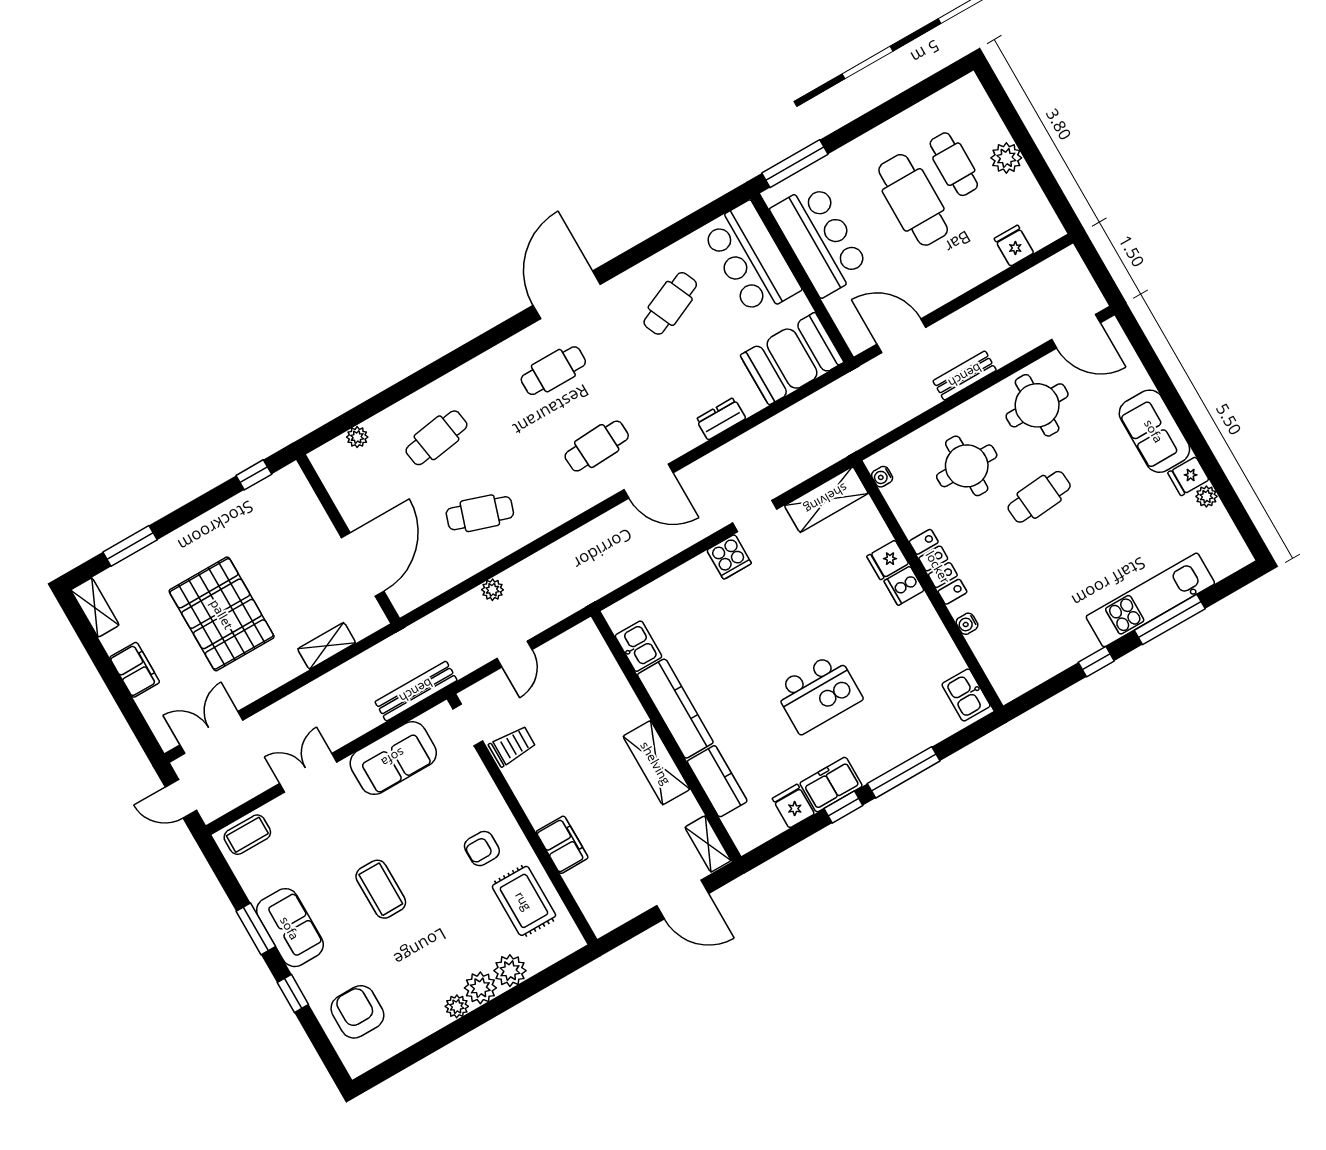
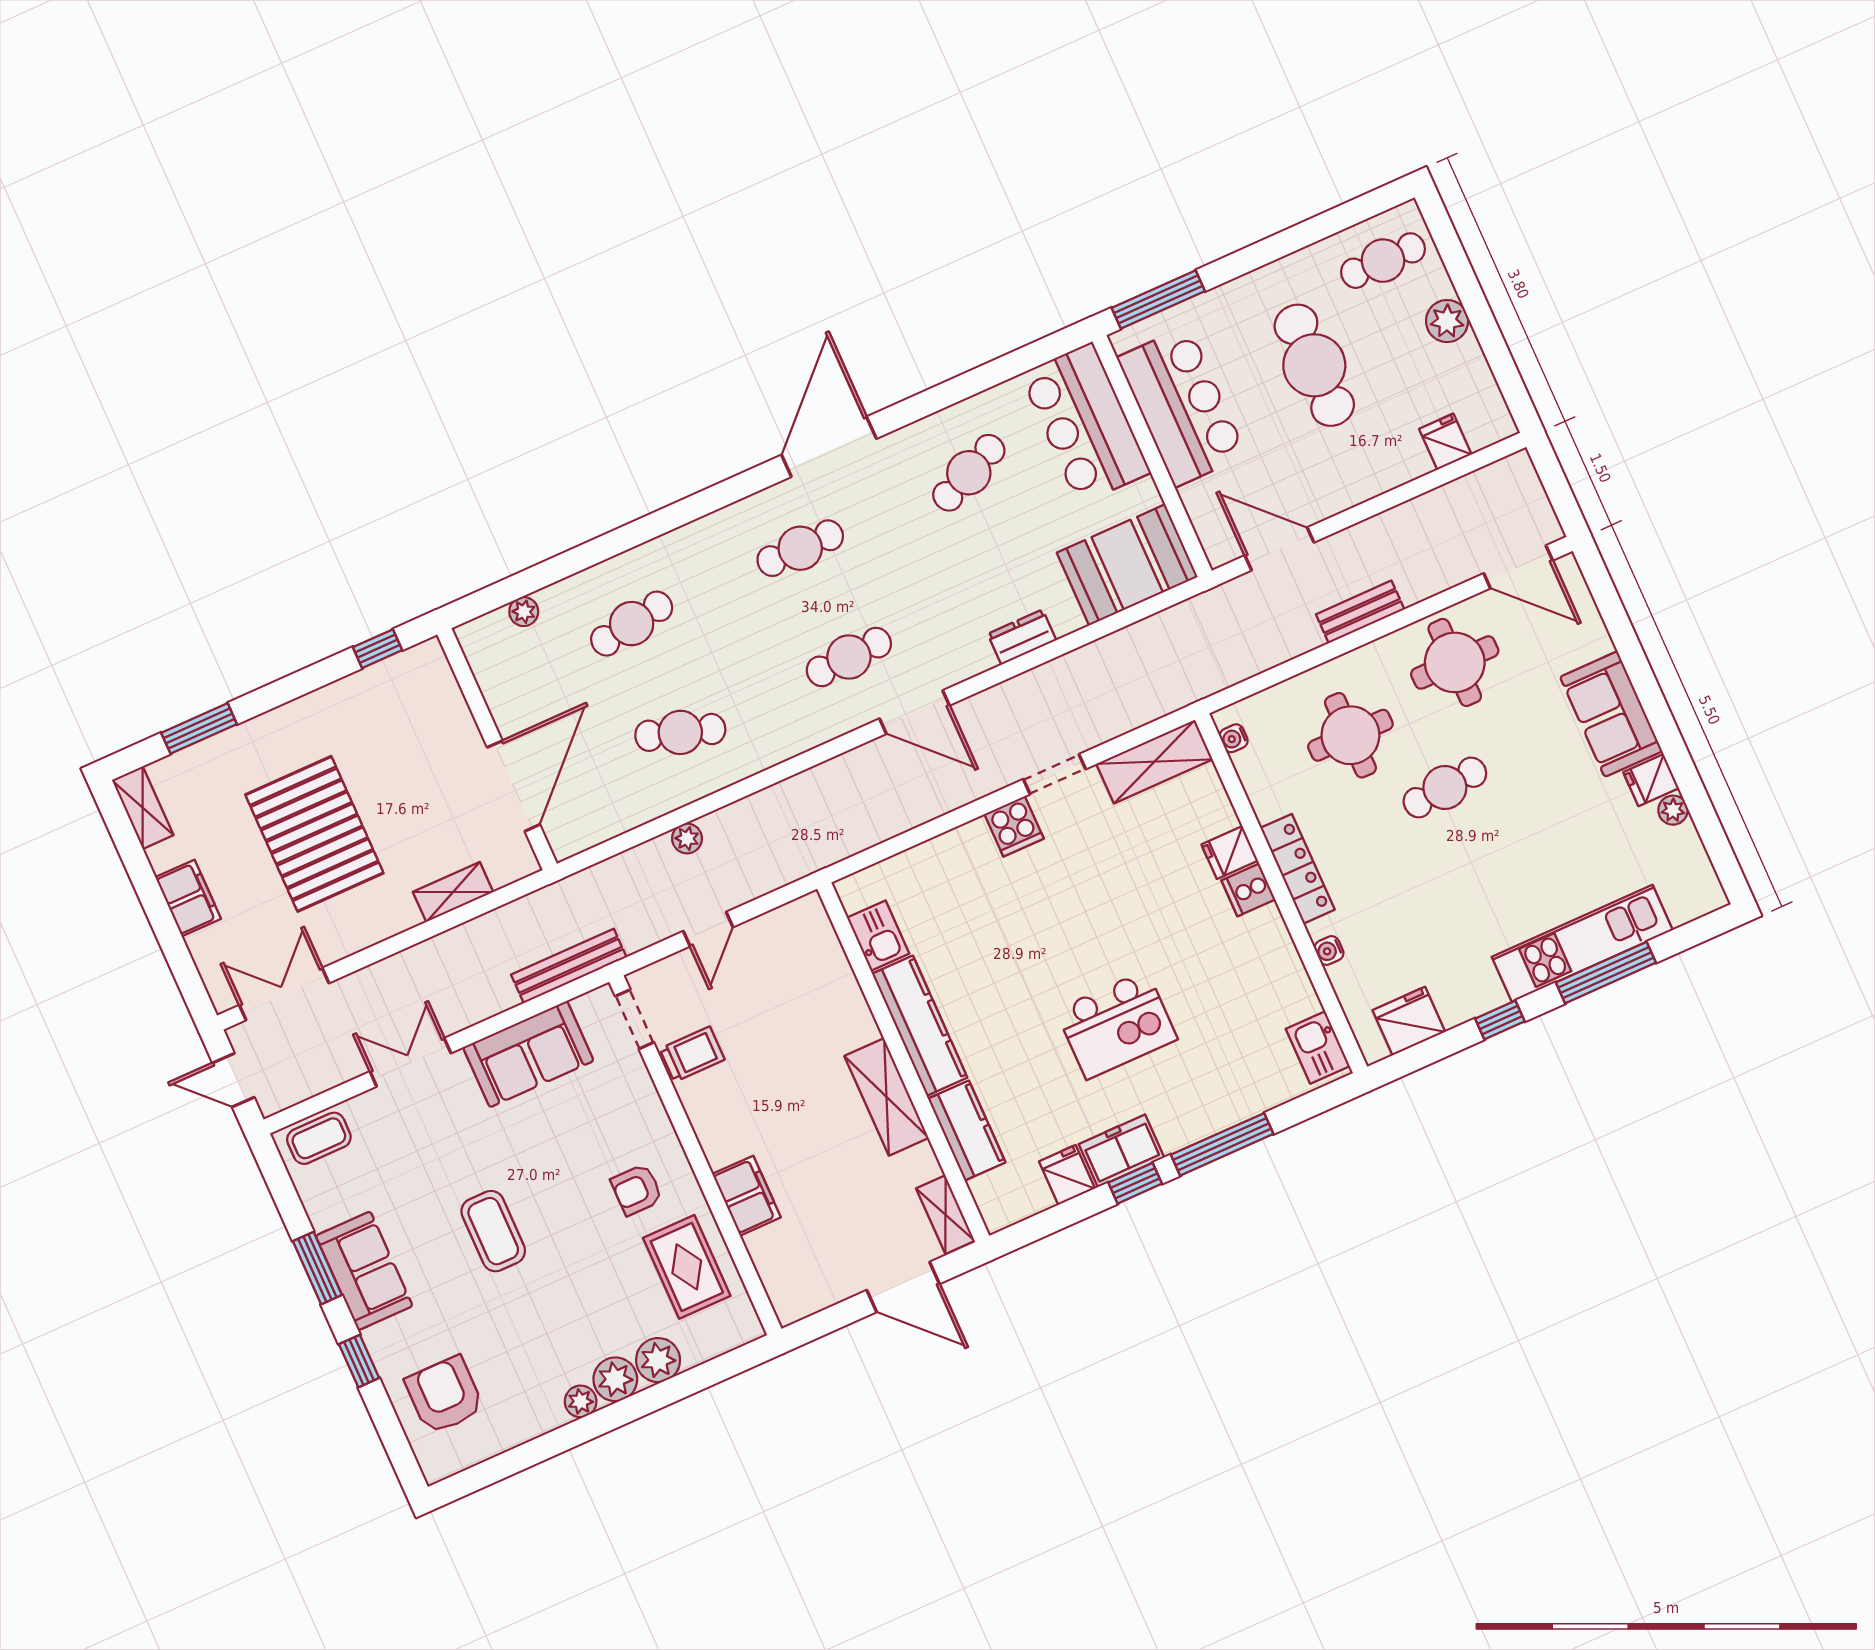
cafe table: (954, 164) -> (1383, 261), moved, turned 90
fridge: (1030, 669) -> (1409, 1021), added

